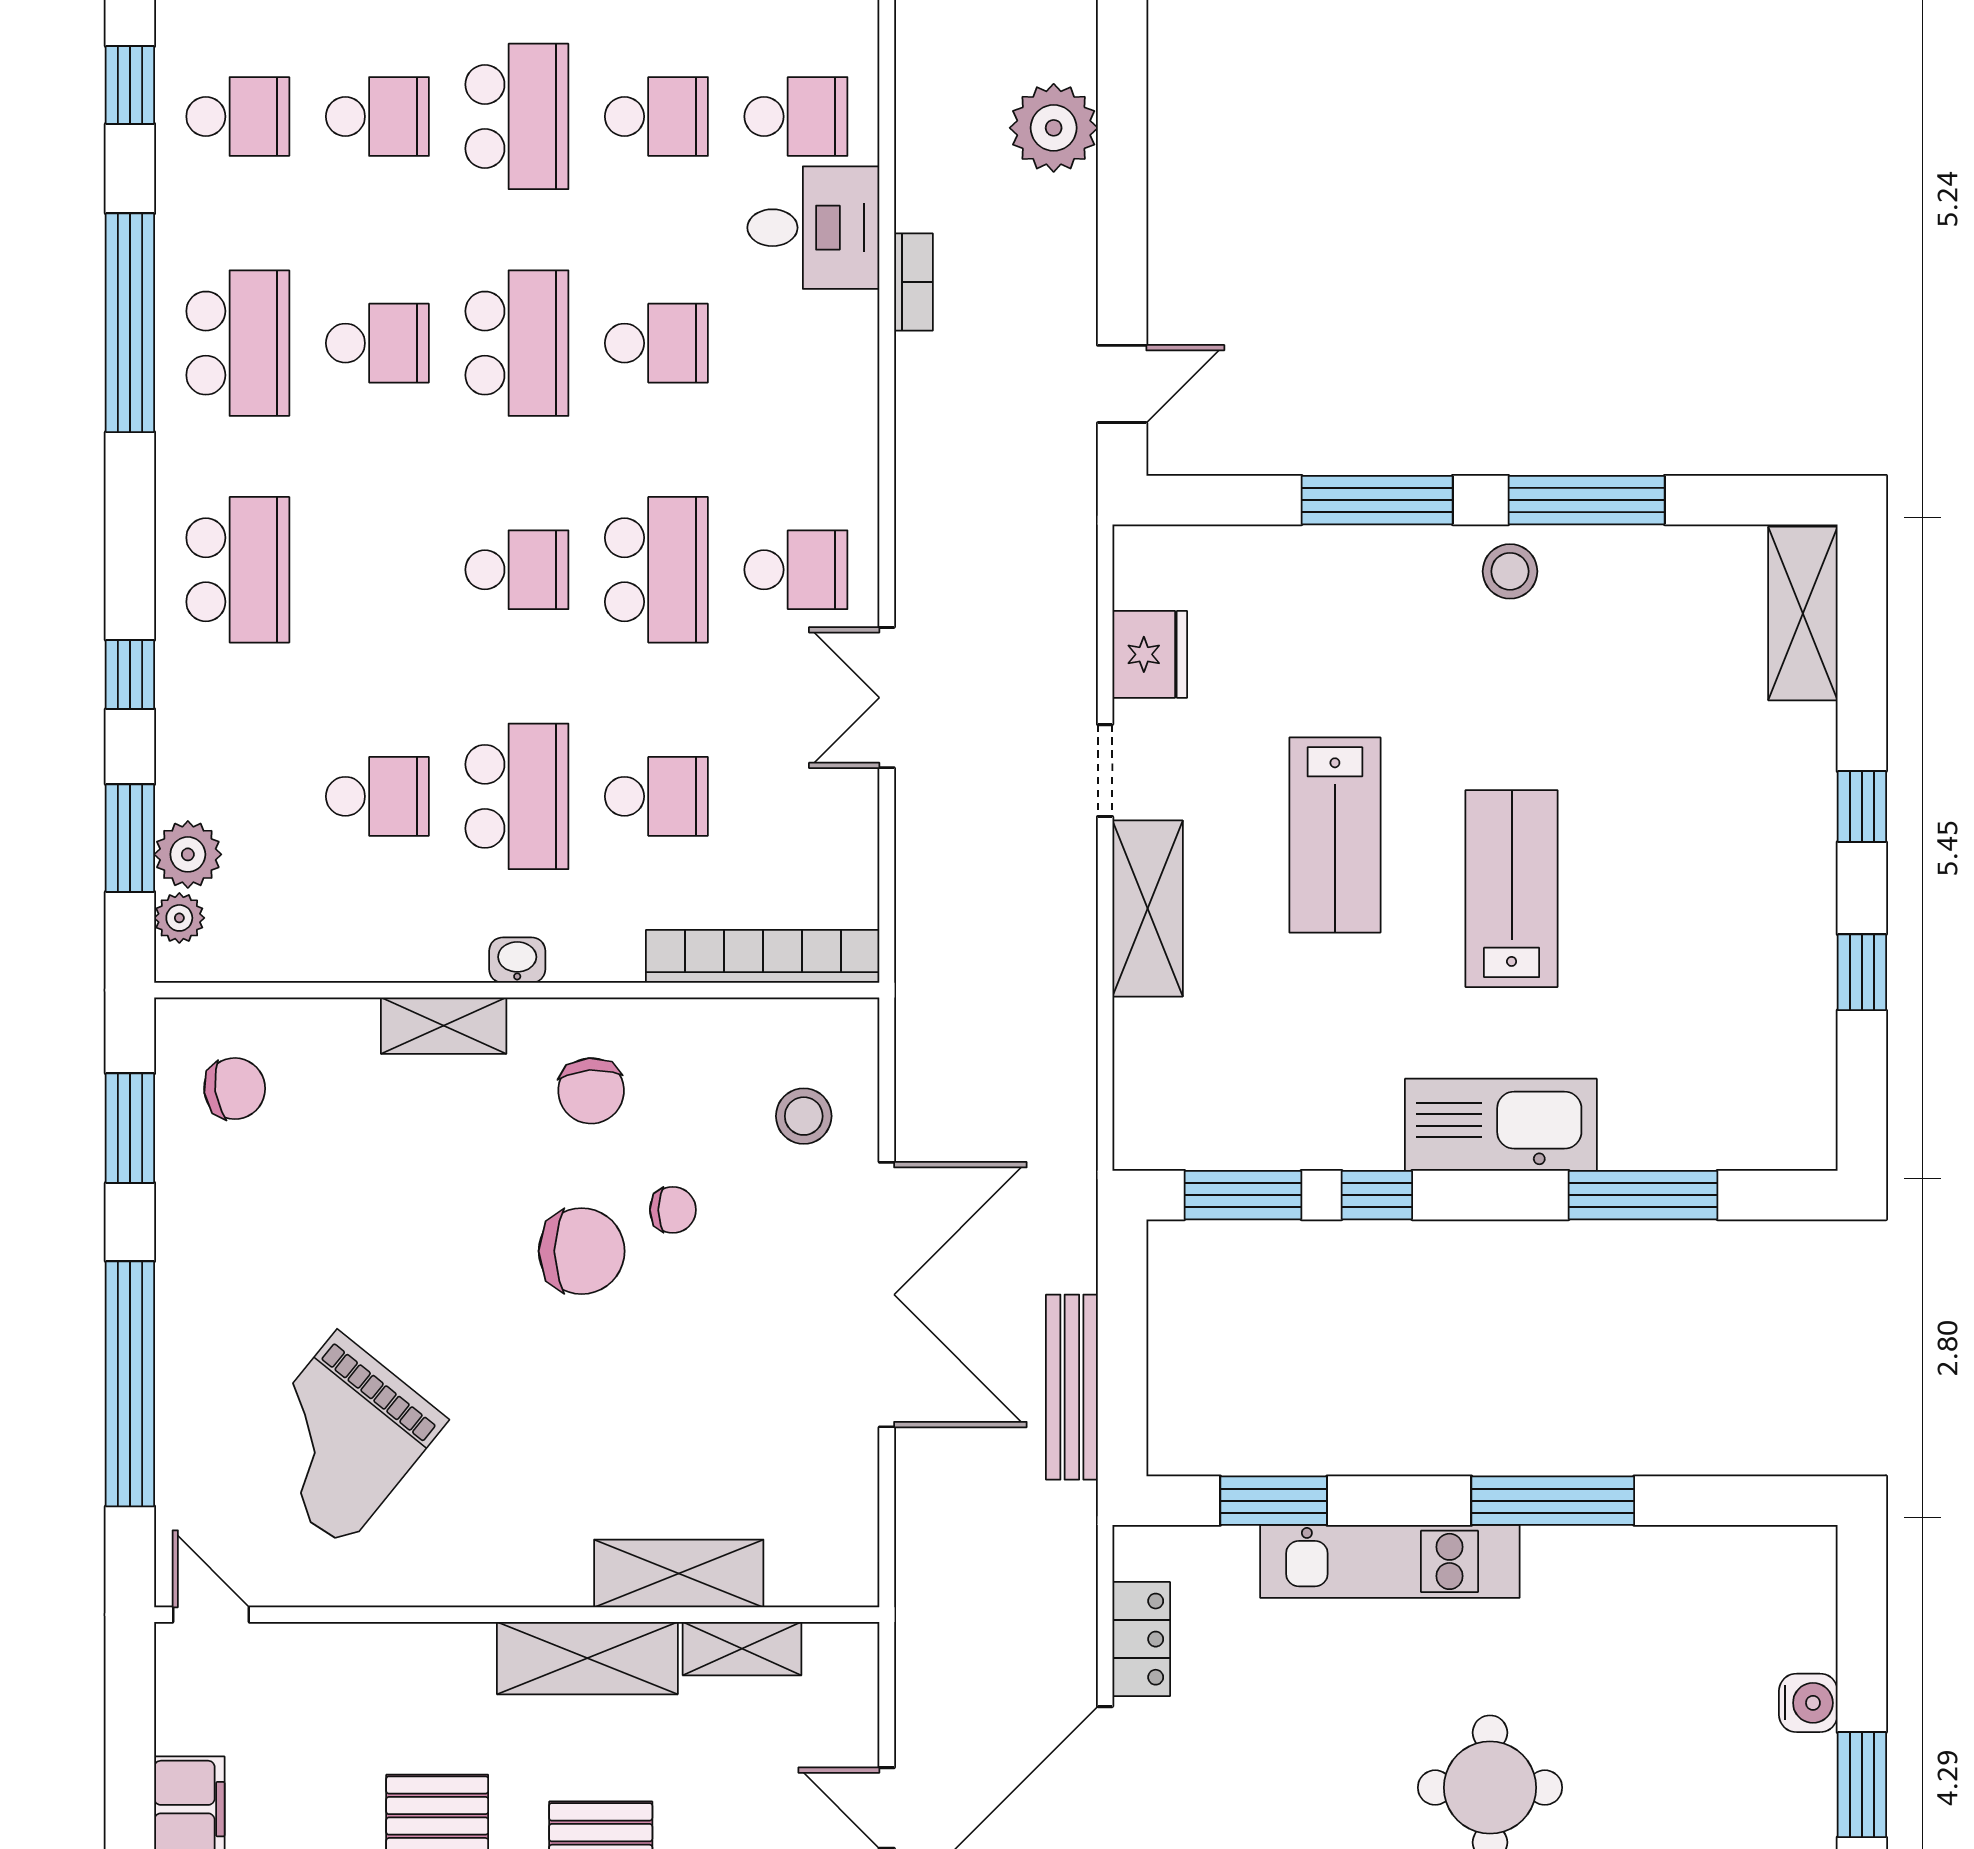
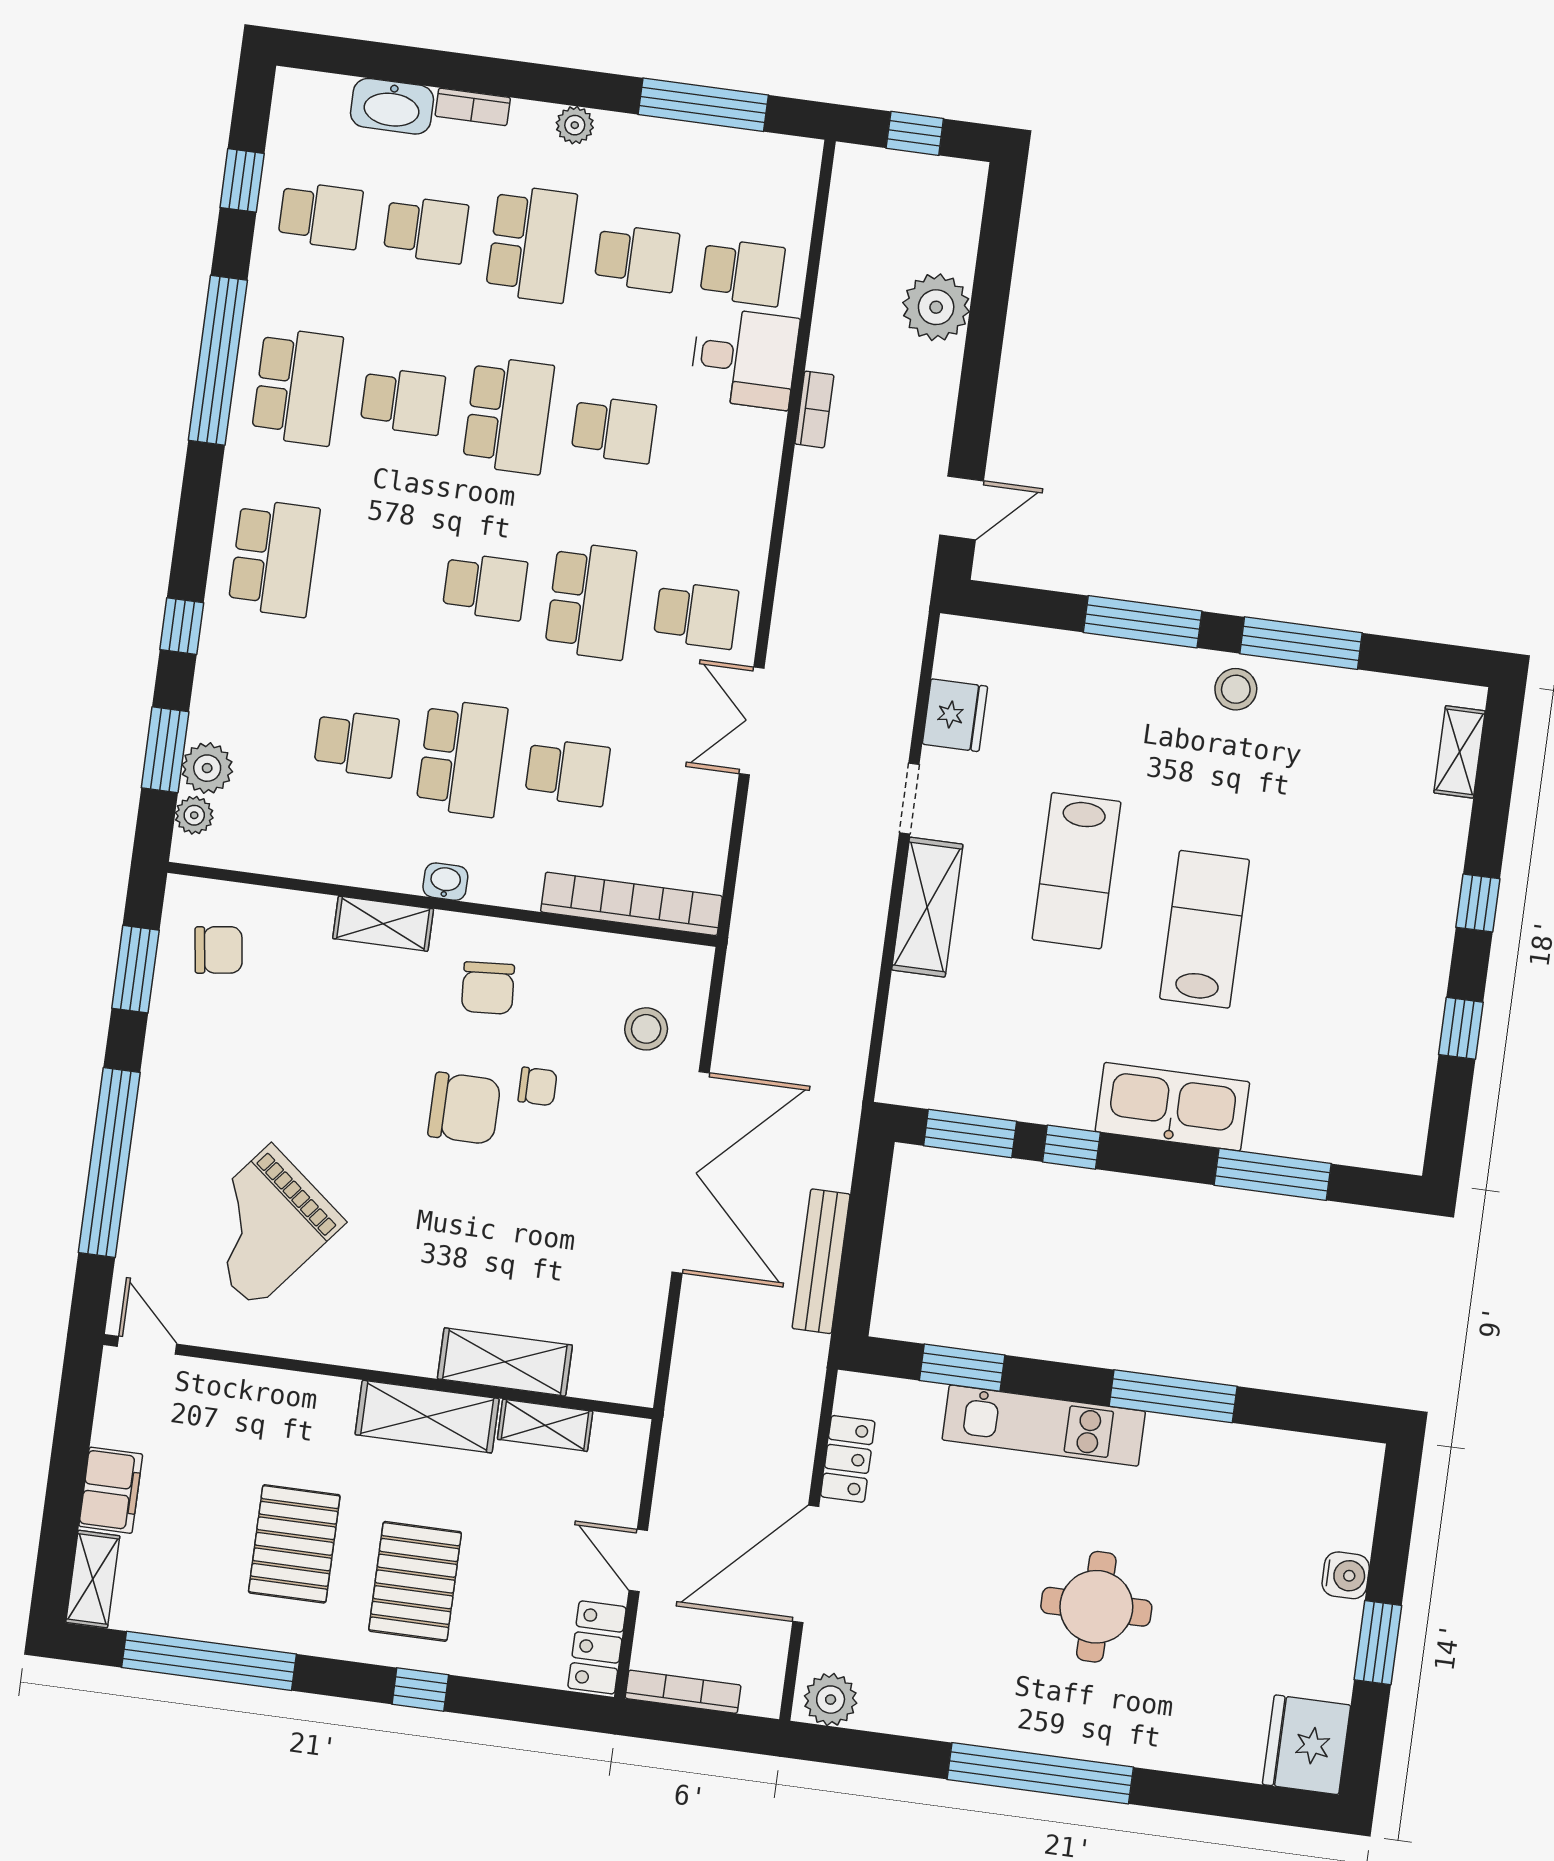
shelving: (1803, 614) -> (1460, 752), width x0.67, depth x0.75

